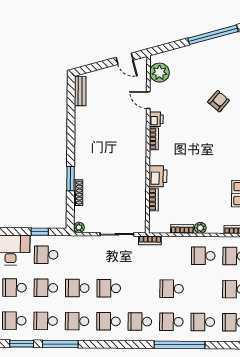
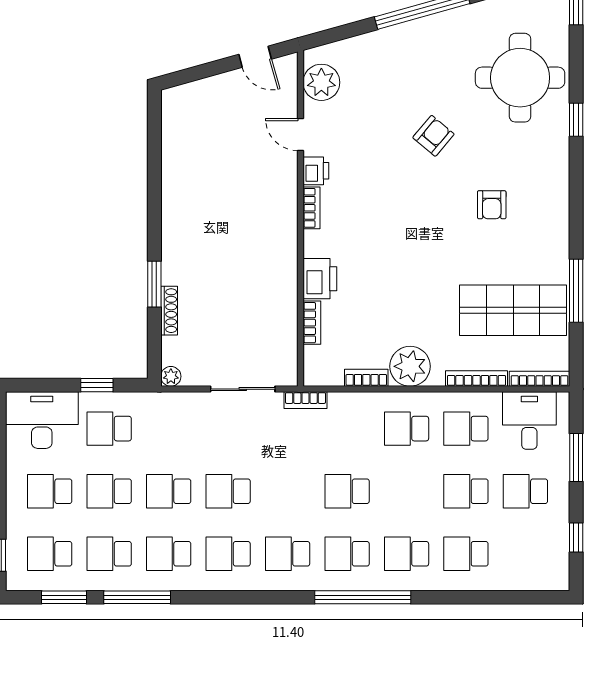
bench: (80, 91) -> (172, 118), removed
plant: (200, 228) -> (410, 366), width x1.87, depth x1.87

